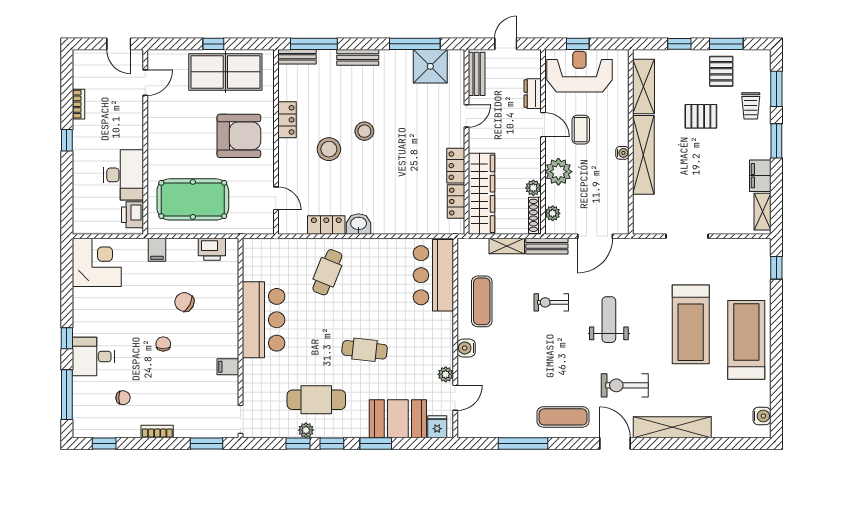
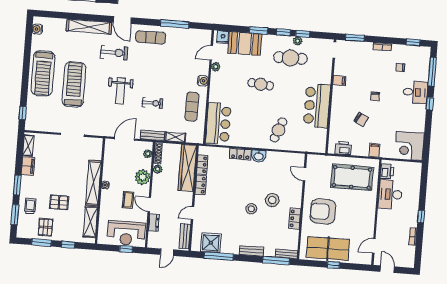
locker: (326, 225) -> (240, 154), moved

